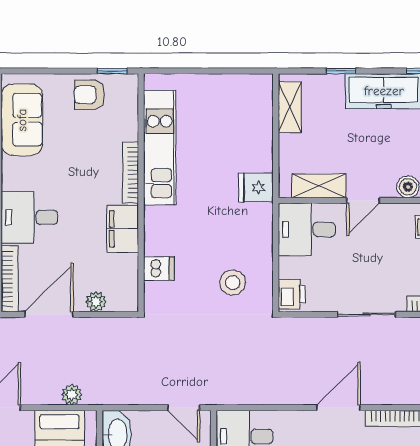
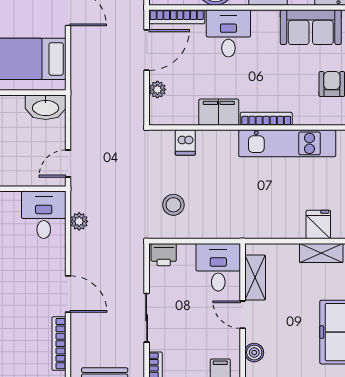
fridge: (256, 188) -> (318, 224), moved
door: (49, 314) -> (147, 50), hinge flipped
plant: (72, 395) -> (79, 221), moved

